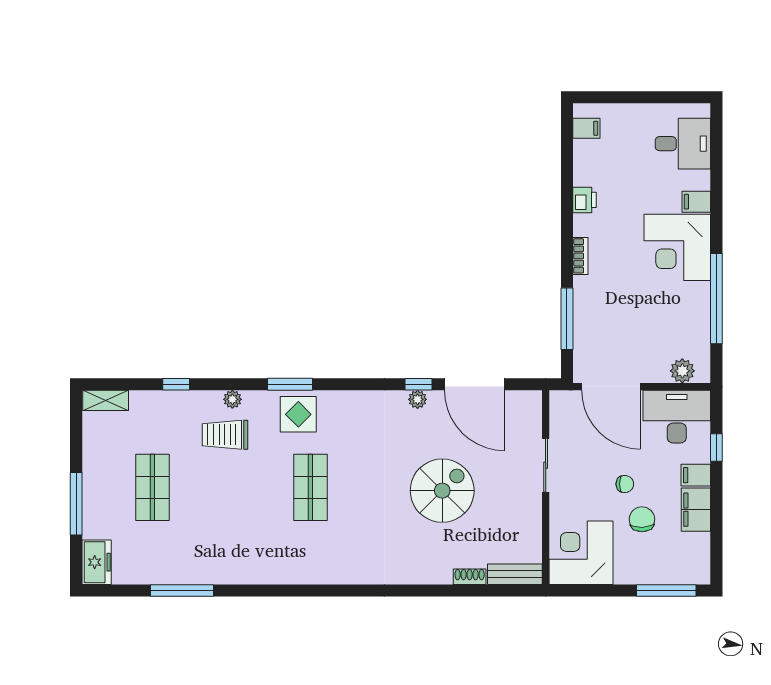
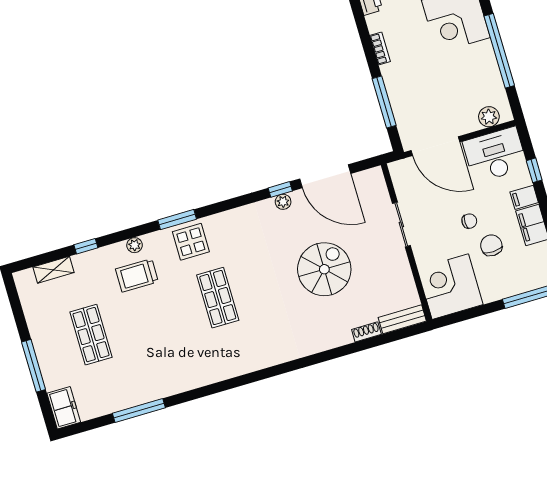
shelving: (106, 400) -> (53, 270), moved

